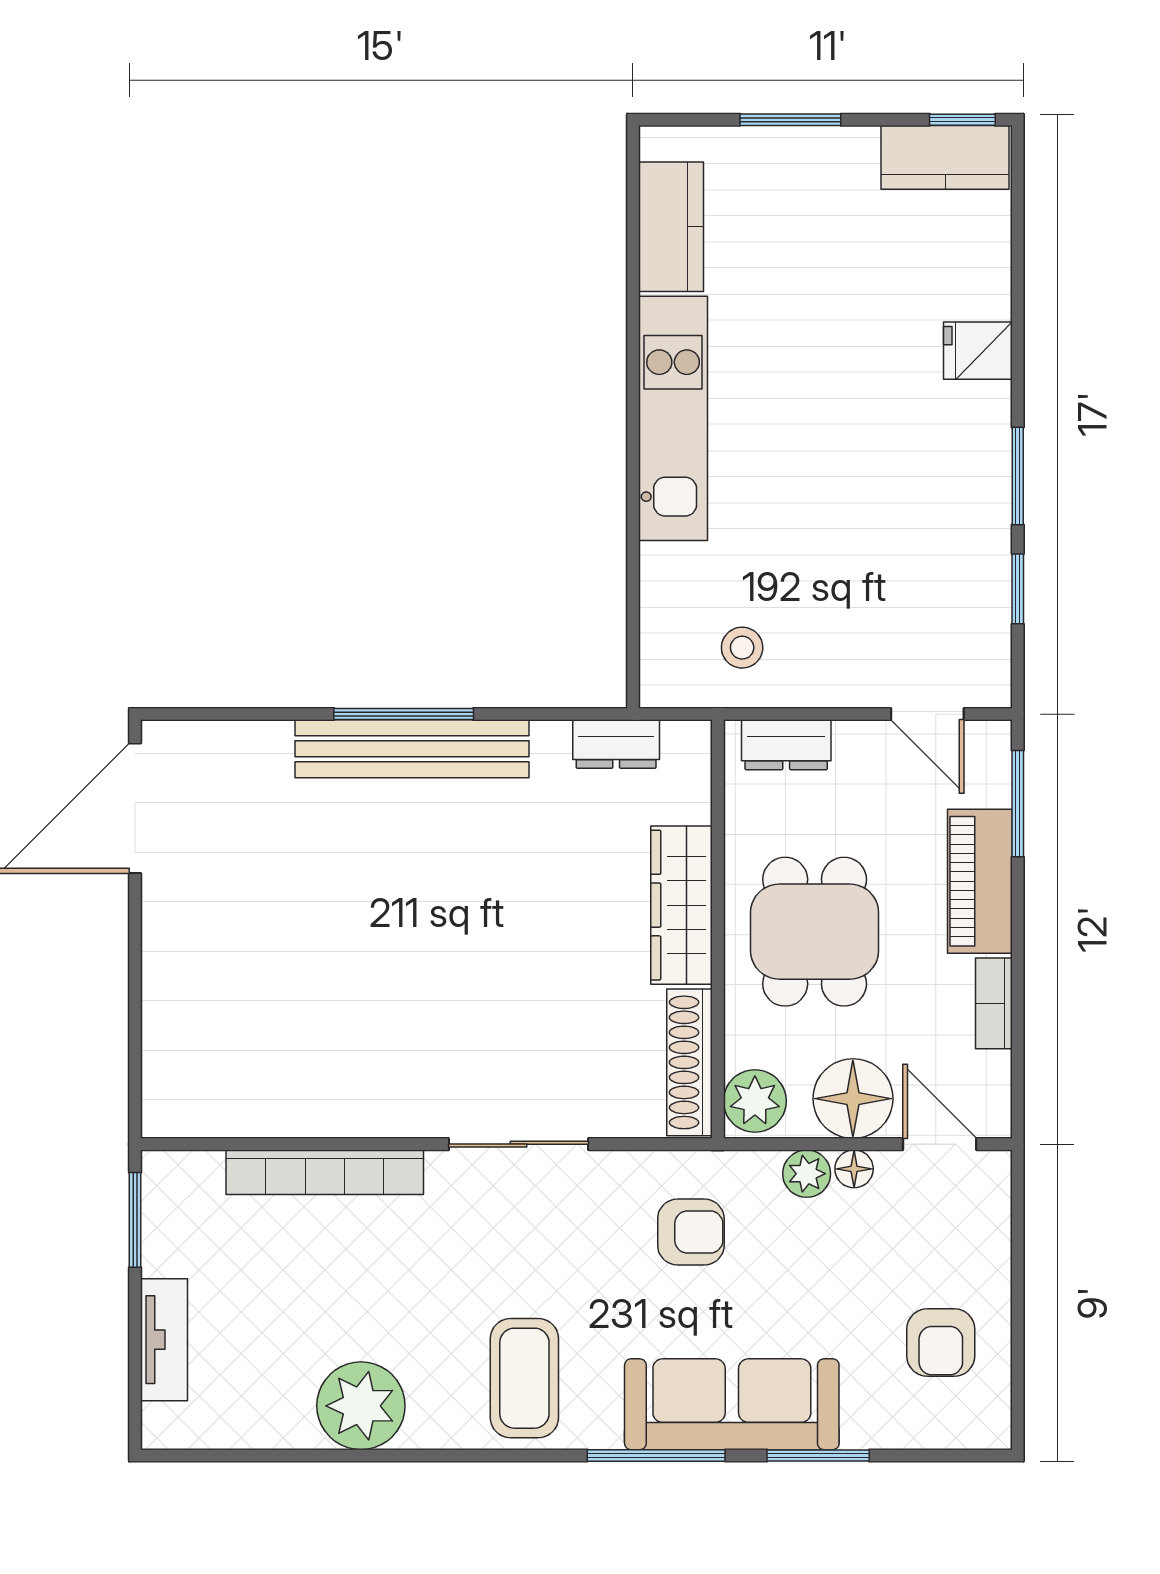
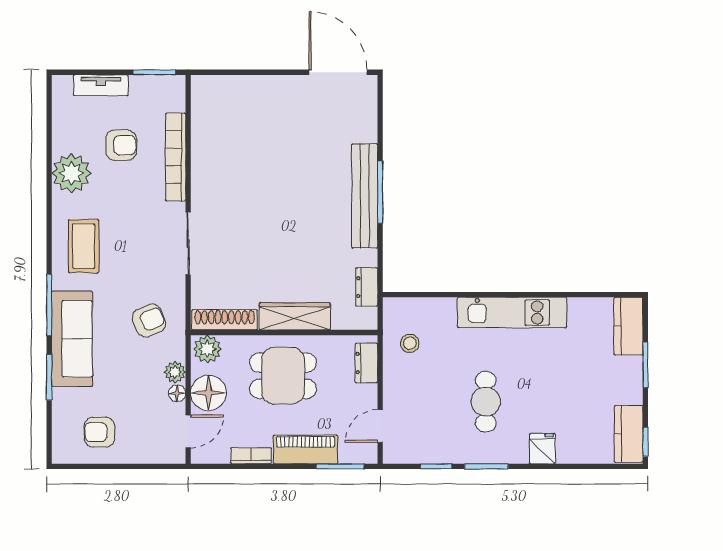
kitchen counter: (671, 227) -> (628, 326), moved, turned 90
cafe table: (873, 478) -> (486, 402), added
armchair: (691, 1232) -> (149, 320), turned -113
armchair: (298, 1294) -> (121, 145), added
coffee table: (524, 1378) -> (84, 246), turned 90

